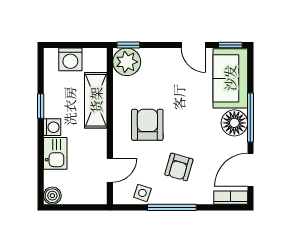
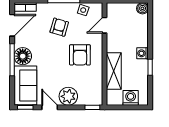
plant: (127, 62) -> (68, 96), moved
kitchen sink: (55, 153) -> (141, 36), removed

